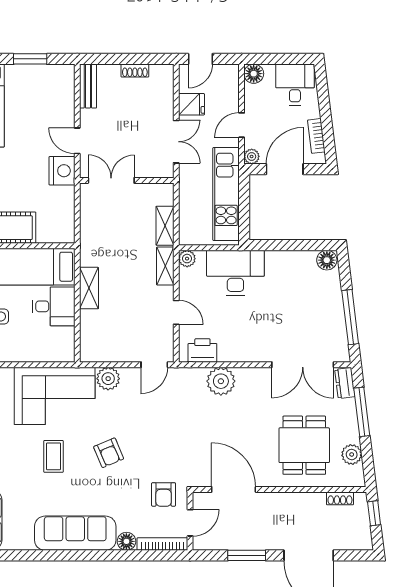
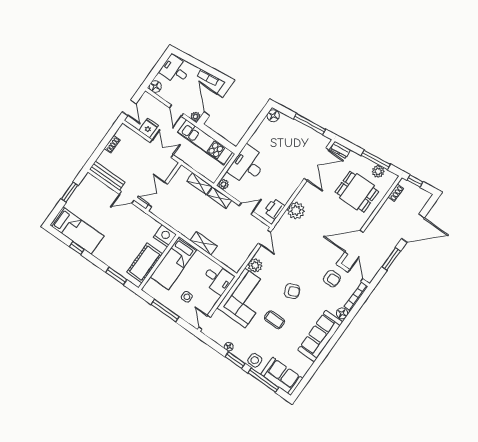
bench: (88, 86) -> (107, 176), width x1.36
nightstand: (62, 171) -> (165, 236), moved
desk: (54, 306) -> (218, 279), moved, turned 90
window: (362, 412) -> (376, 160), moved

